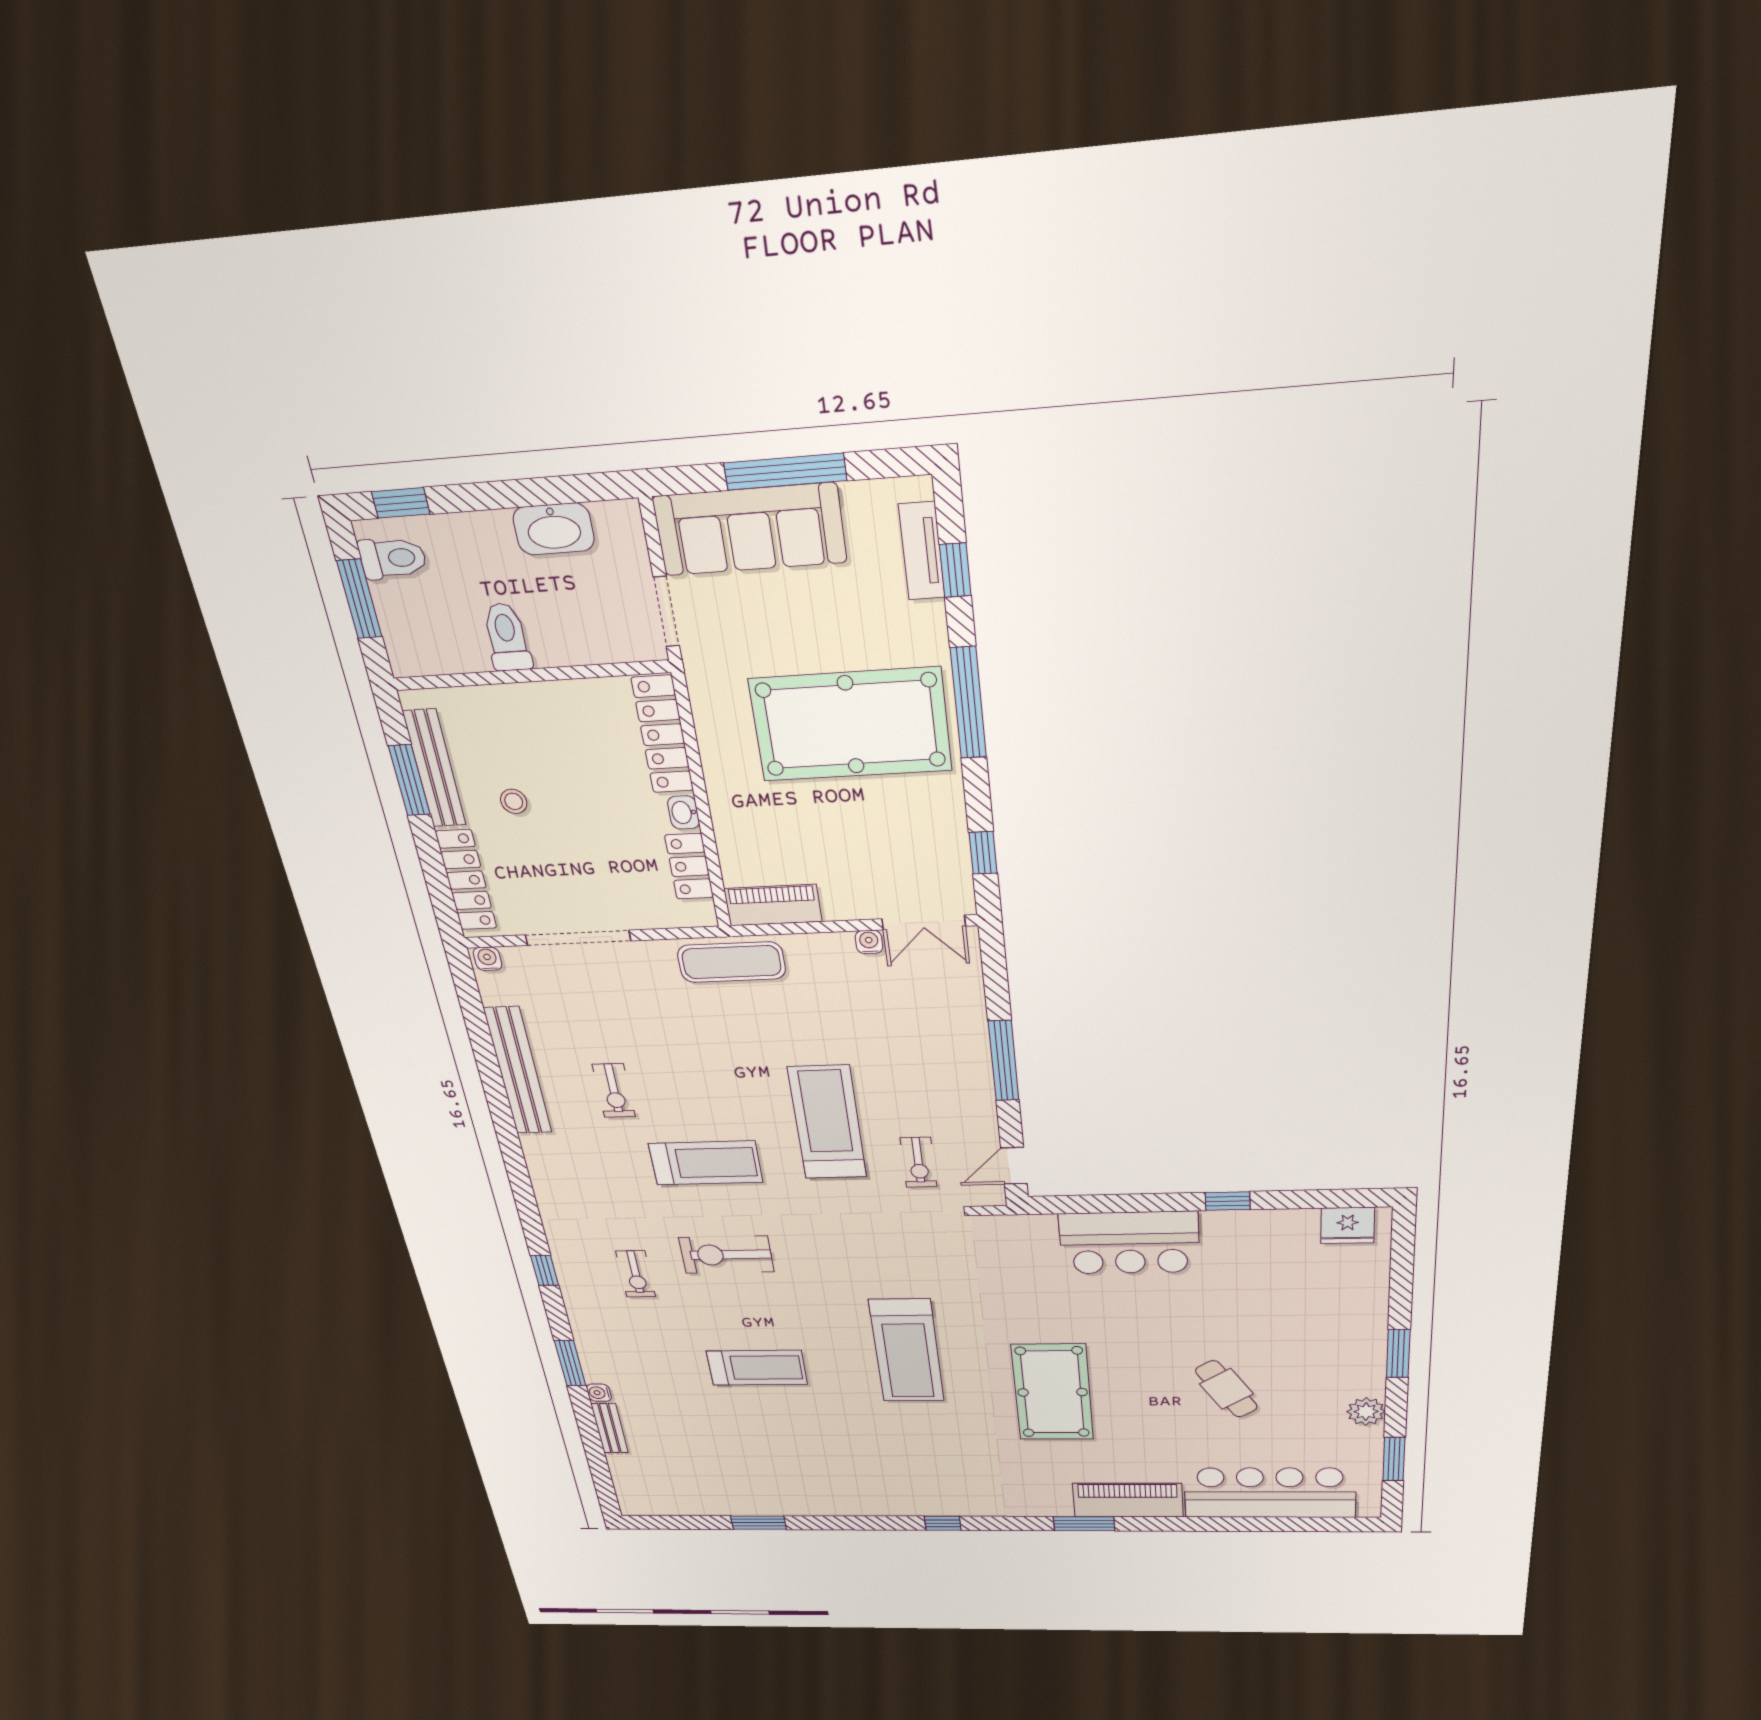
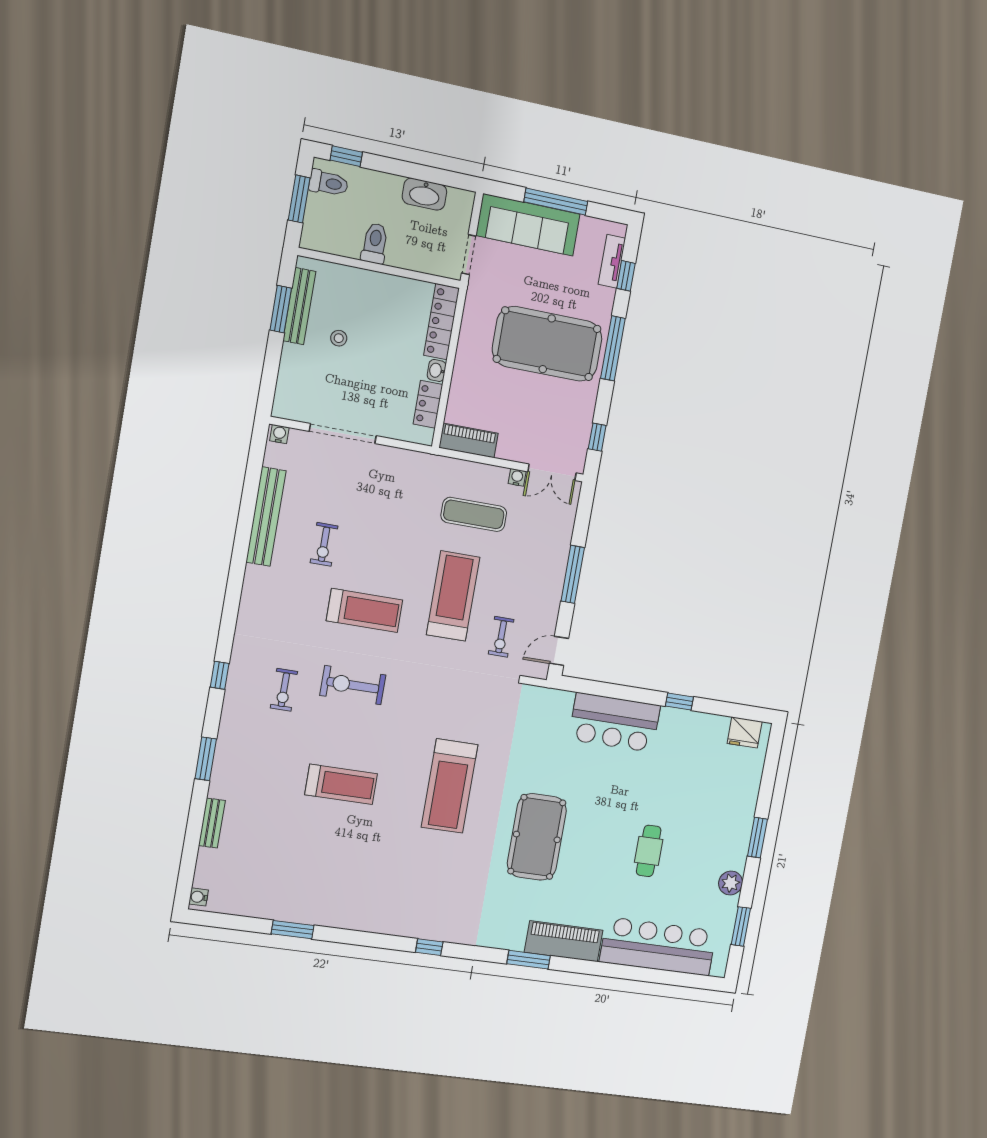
locker: (466, 880) -> (288, 380), removed
exercise mat: (731, 962) -> (474, 514), moved
cafe table: (1226, 1389) -> (649, 851), turned 33
water cooler: (599, 1393) -> (199, 897), moved

